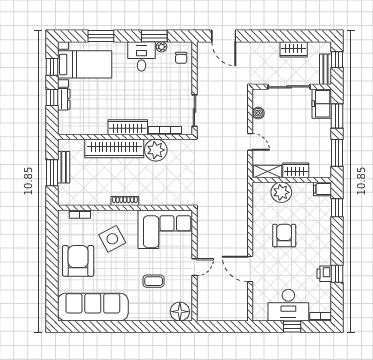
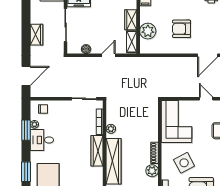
wardrobe: (294, 49) -> (36, 35), moved
plant: (156, 150) -> (111, 129), width x0.53, depth x0.53
plant: (102, 198) -> (152, 171), added

